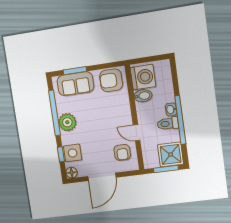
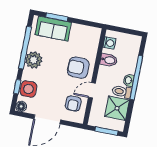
washing machine: (143, 77) -> (109, 43), width x0.53, depth x0.53
armchair: (111, 80) -> (78, 68), moved
window: (180, 120) -> (136, 78), moved
door: (137, 133) -> (92, 90), hinge flipped
shower: (171, 154) -> (117, 108), moved

